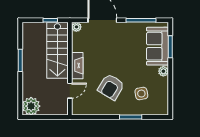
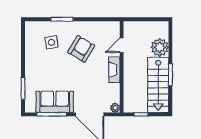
sofa: (157, 46) -> (55, 102), moved, turned -90
stairs: (57, 50) -> (158, 85), moved, turned 180
plant: (163, 71) -> (30, 64), removed
plant: (31, 106) -> (160, 47), moved

